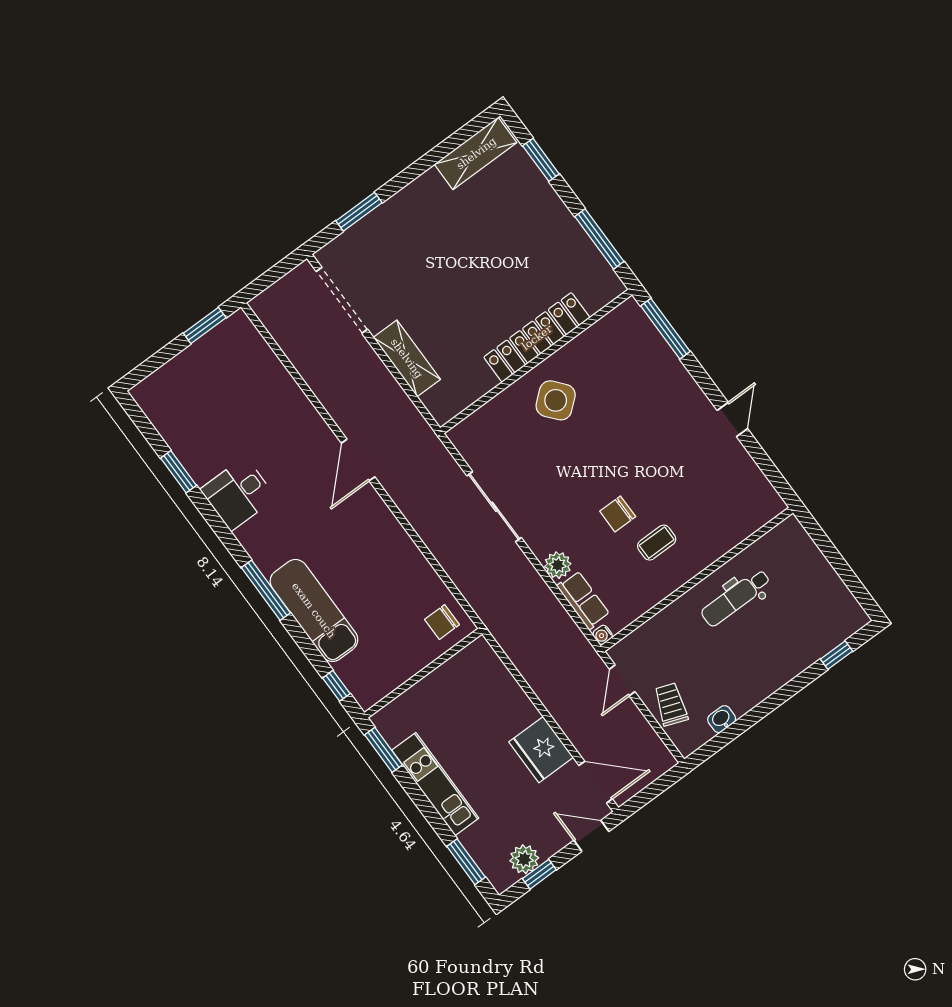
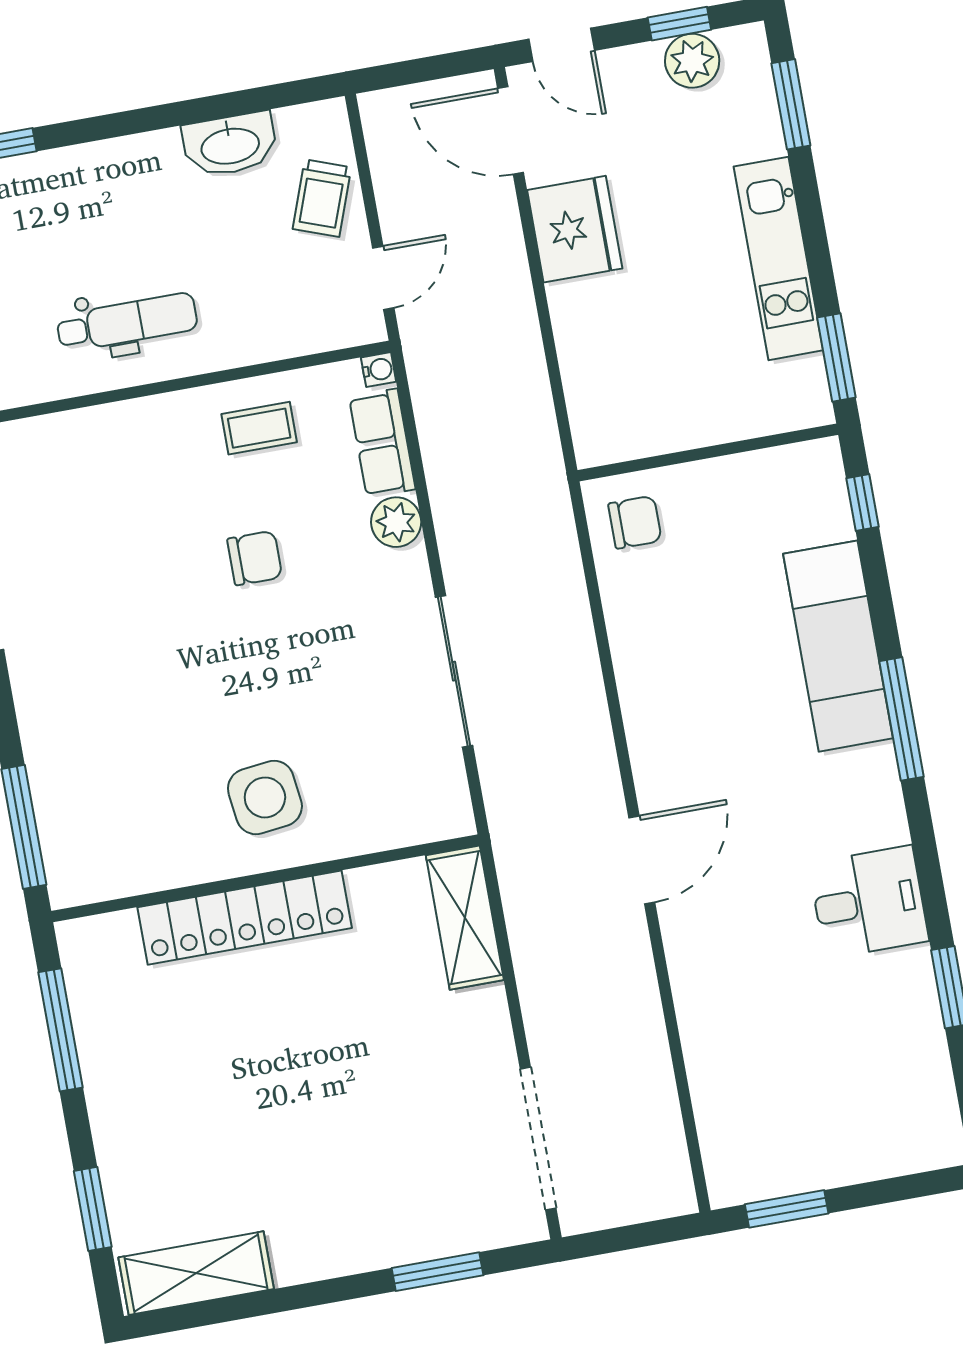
shelving: (407, 358) -> (465, 918), moved
side table: (556, 400) -> (265, 797), turned 33
coffee table: (657, 543) -> (259, 428), moved
washbasin: (722, 719) -> (230, 145), width x1.91, depth x1.45

